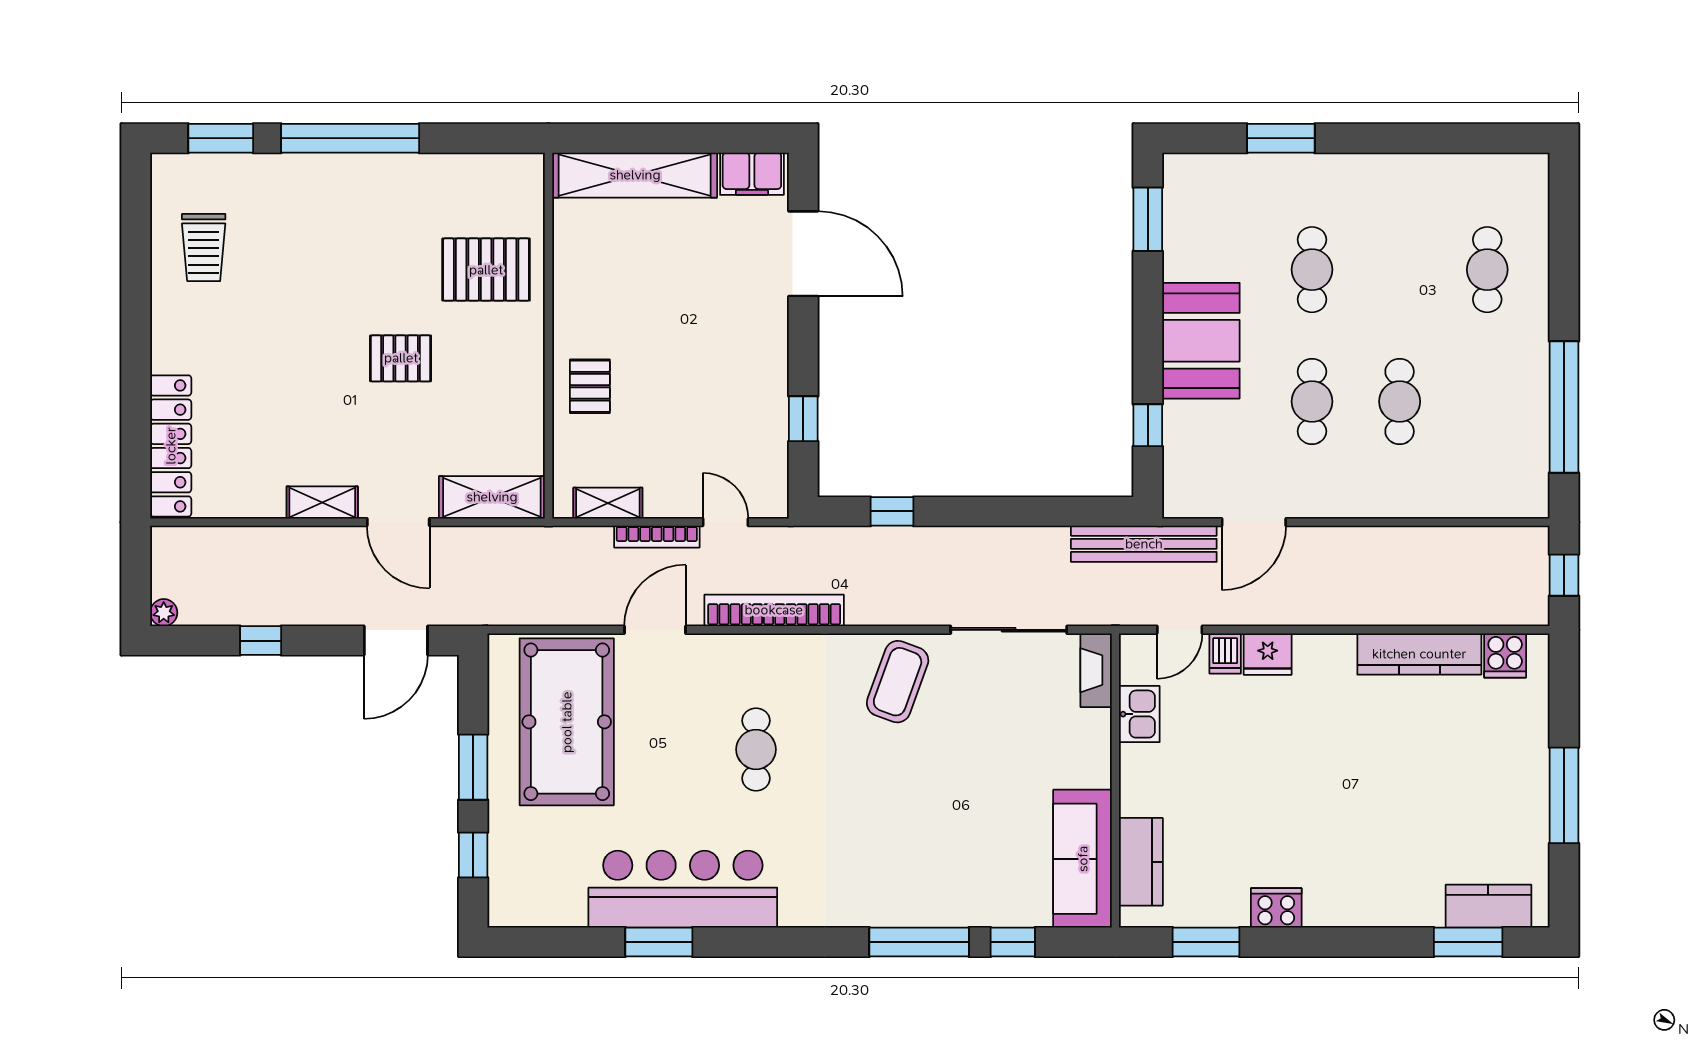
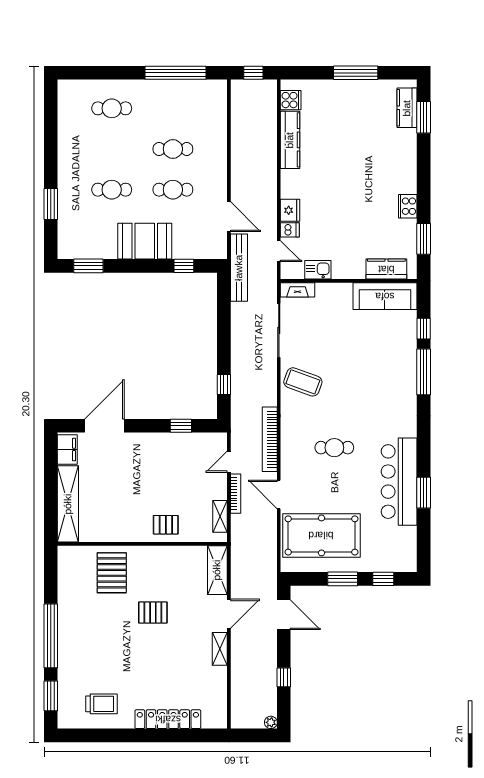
pallet: (401, 358) -> (153, 613), turned 90
locker: (171, 446) -> (168, 719), moved

